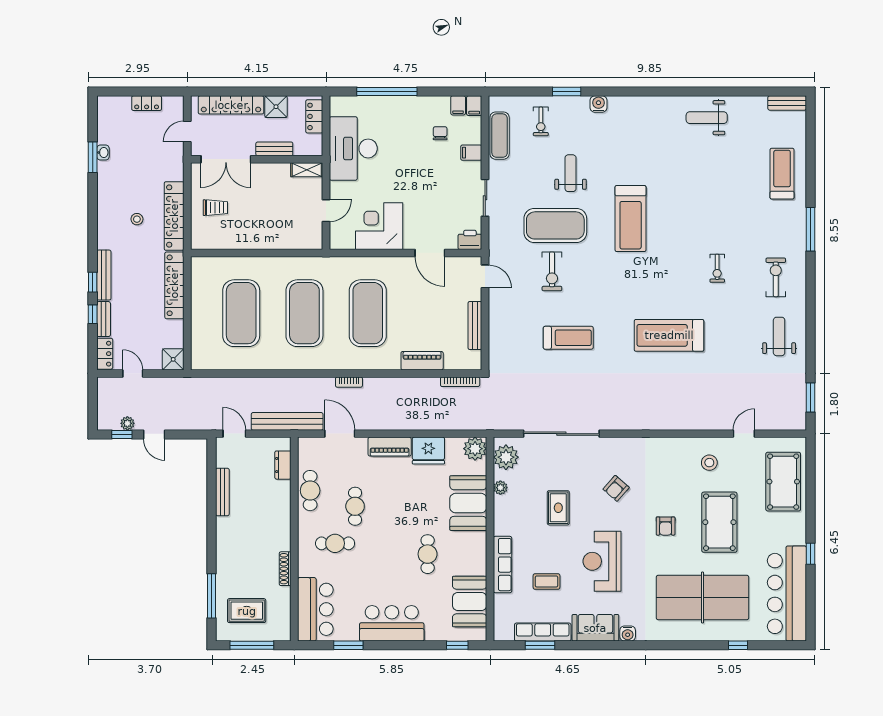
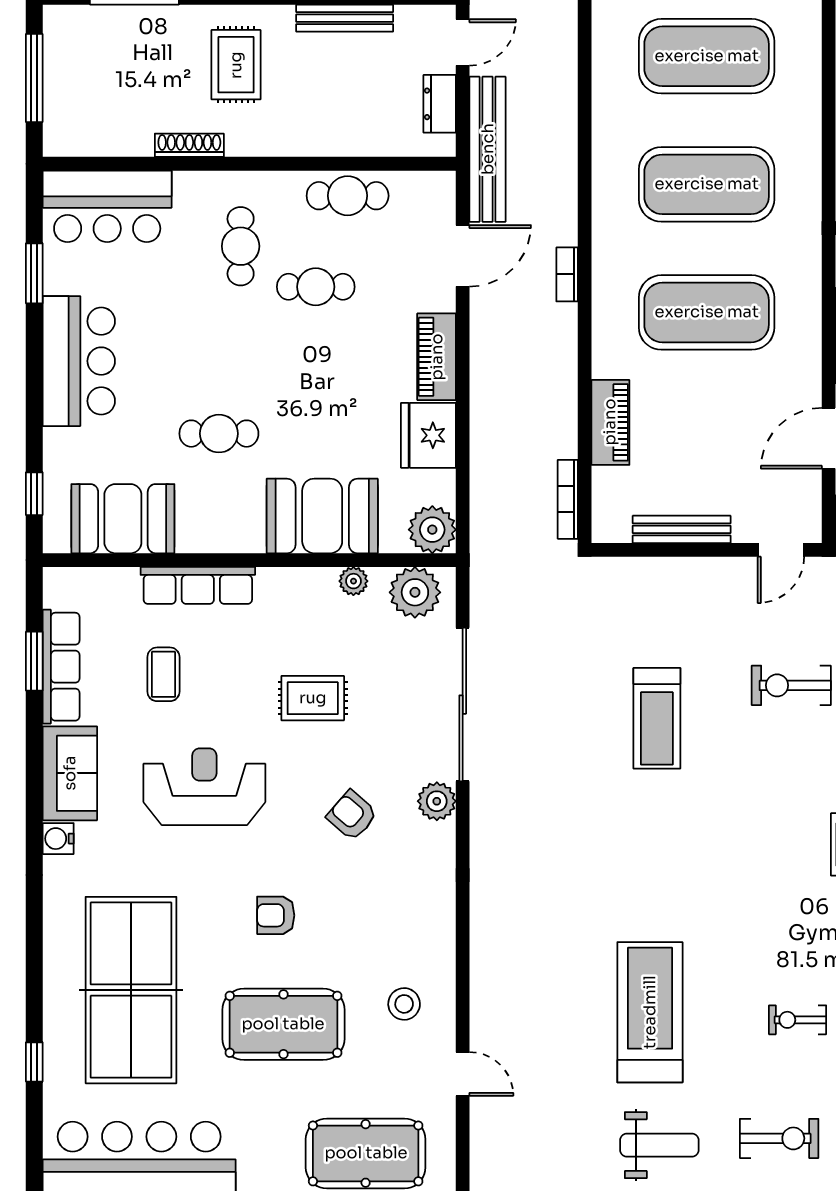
treadmill: (669, 335) -> (650, 1012), moved
plant: (609, 446) -> (437, 801), added
dresser: (283, 465) -> (440, 104), moved, turned -90
rug: (247, 611) -> (236, 65), moved

